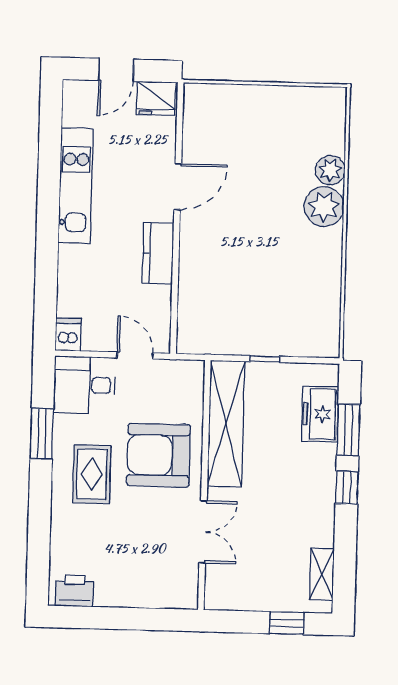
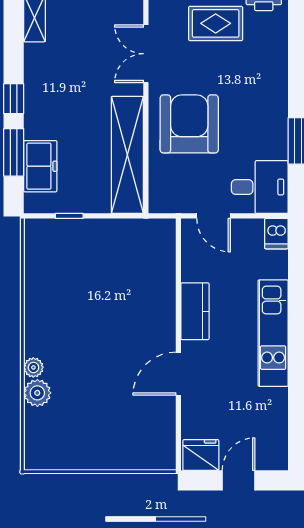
kitchen unit: (76, 186) -> (273, 333), moved
plant: (324, 207) -> (33, 367), width x0.53, depth x0.53
window: (265, 359) -> (69, 216), moved
armchair: (159, 455) -> (189, 124), turned -90
rug: (92, 474) -> (216, 23), moved, turned 90

